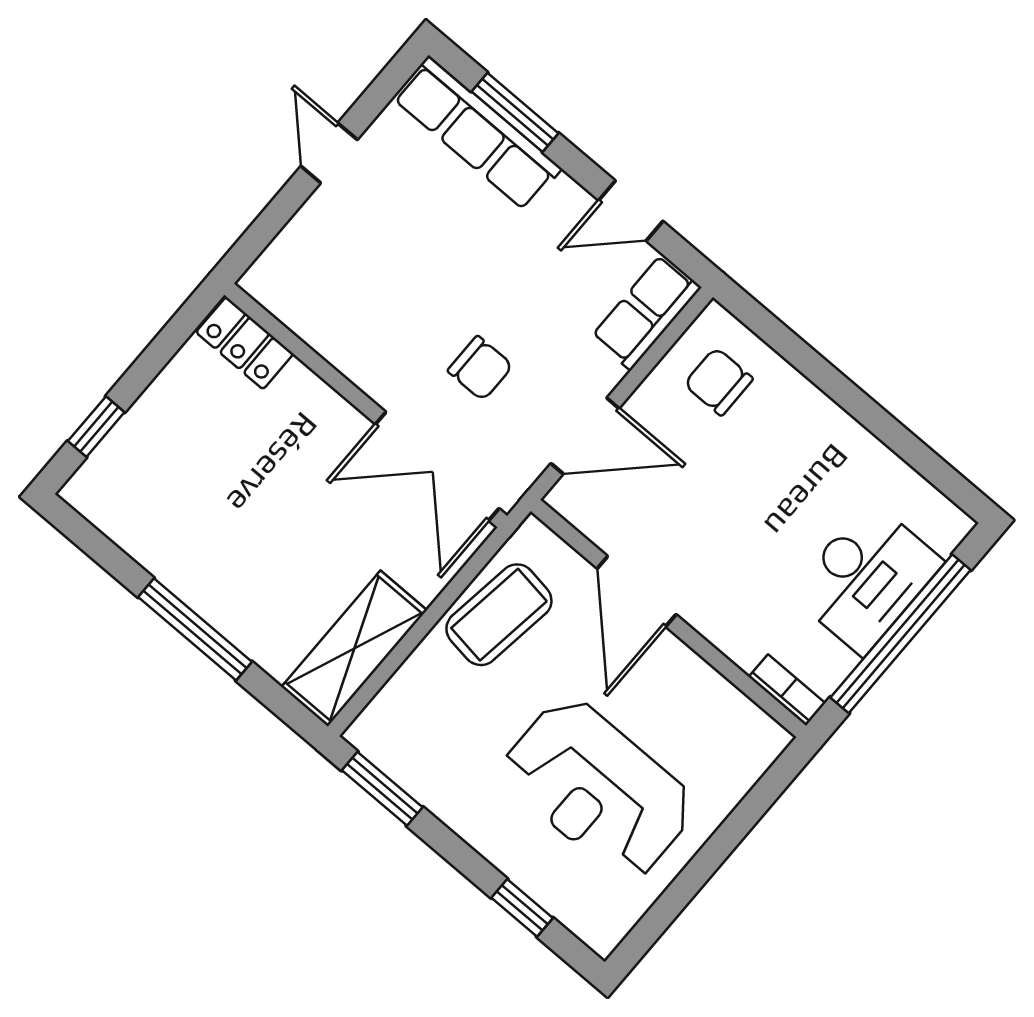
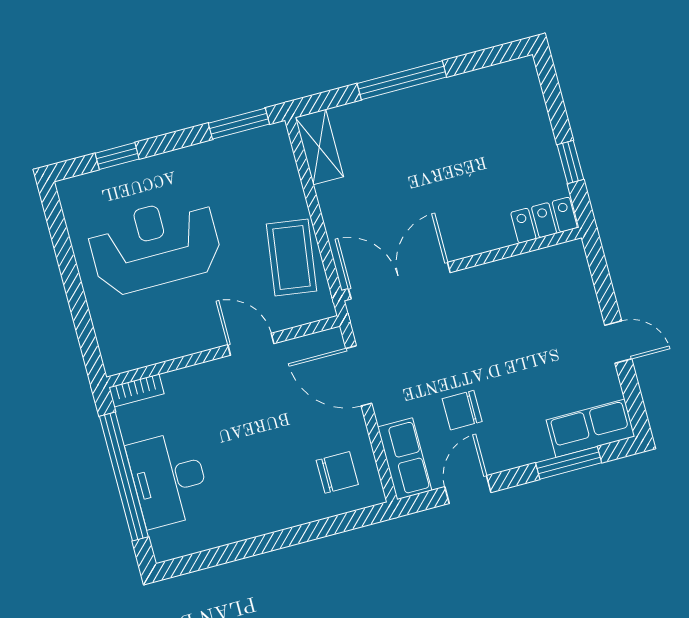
row of seats: (477, 133) -> (590, 428), width x0.68
chair: (480, 368) -> (462, 410), moved
window: (96, 427) -> (570, 162), moved
door: (585, 436) -> (359, 376), hinge flipped
door: (637, 591) -> (251, 344), width x0.73
shelving: (354, 648) -> (319, 147), width x0.67, depth x0.75

